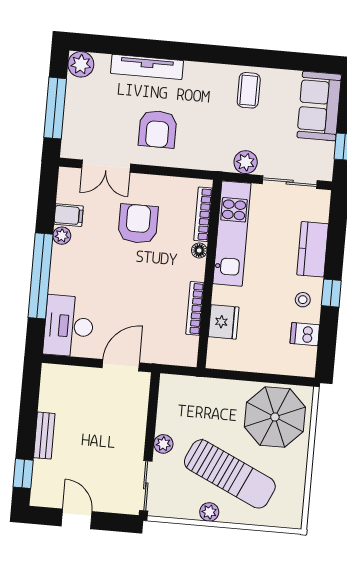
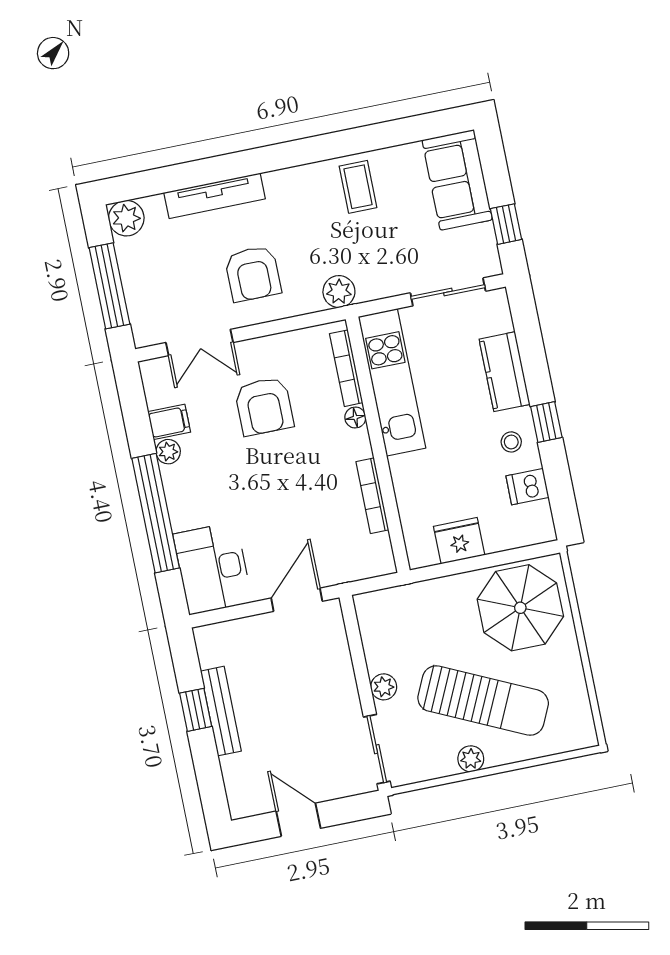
plant: (246, 162) -> (339, 292), moved
armchair: (138, 224) -> (264, 406), turned 180
fridge: (224, 322) -> (459, 541), moved, turned -90
bench: (44, 436) -> (221, 711), width x1.36
window: (23, 474) -> (196, 710), moved

